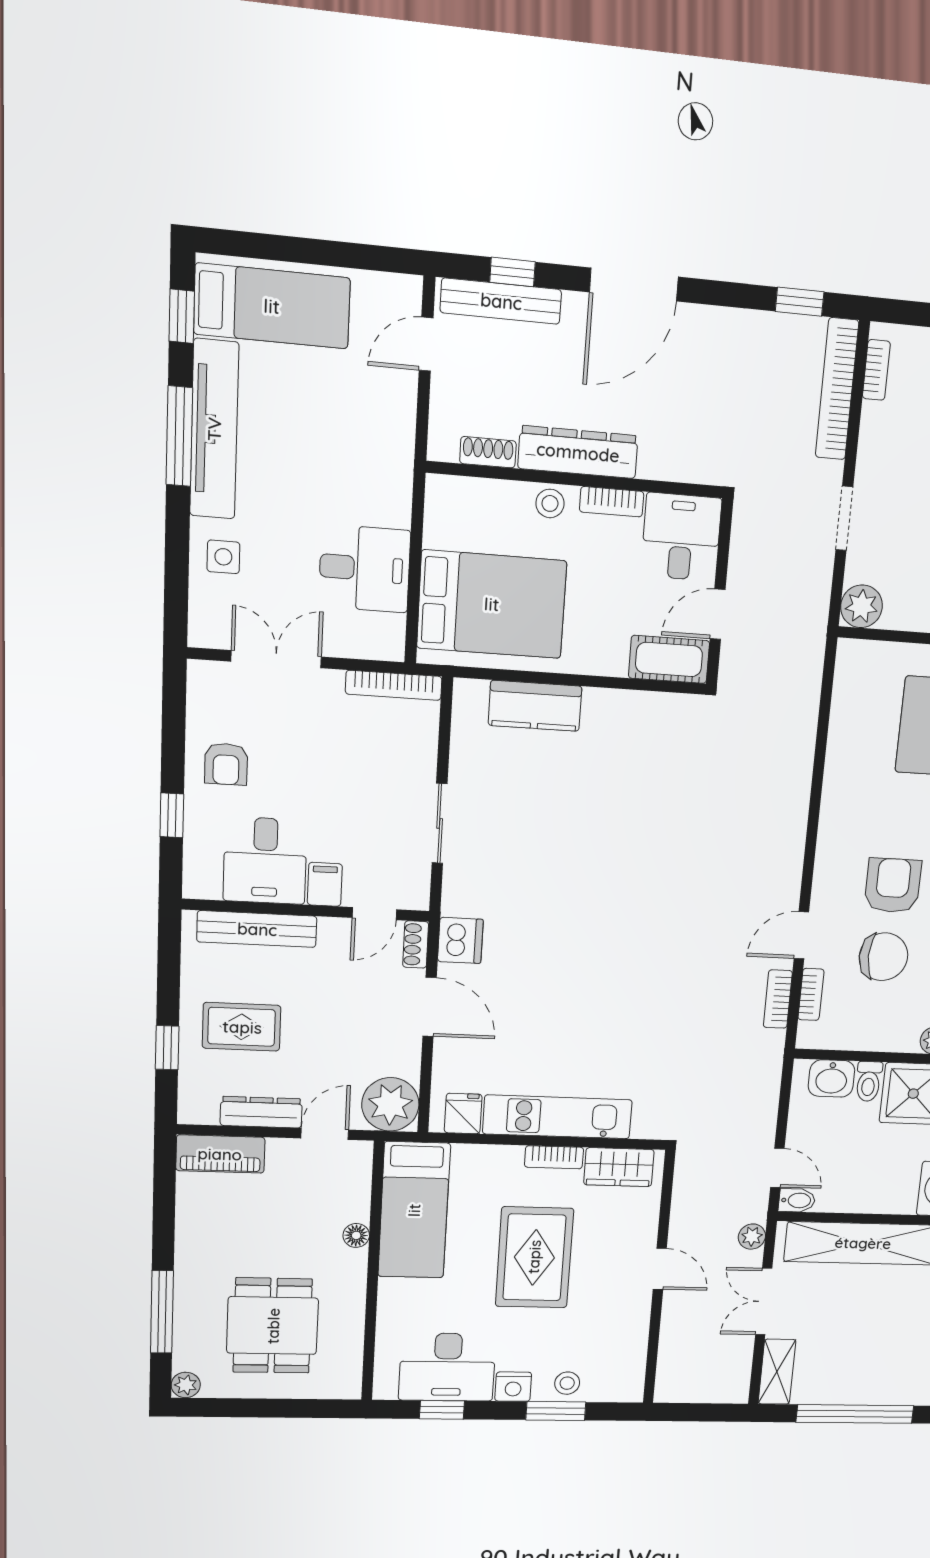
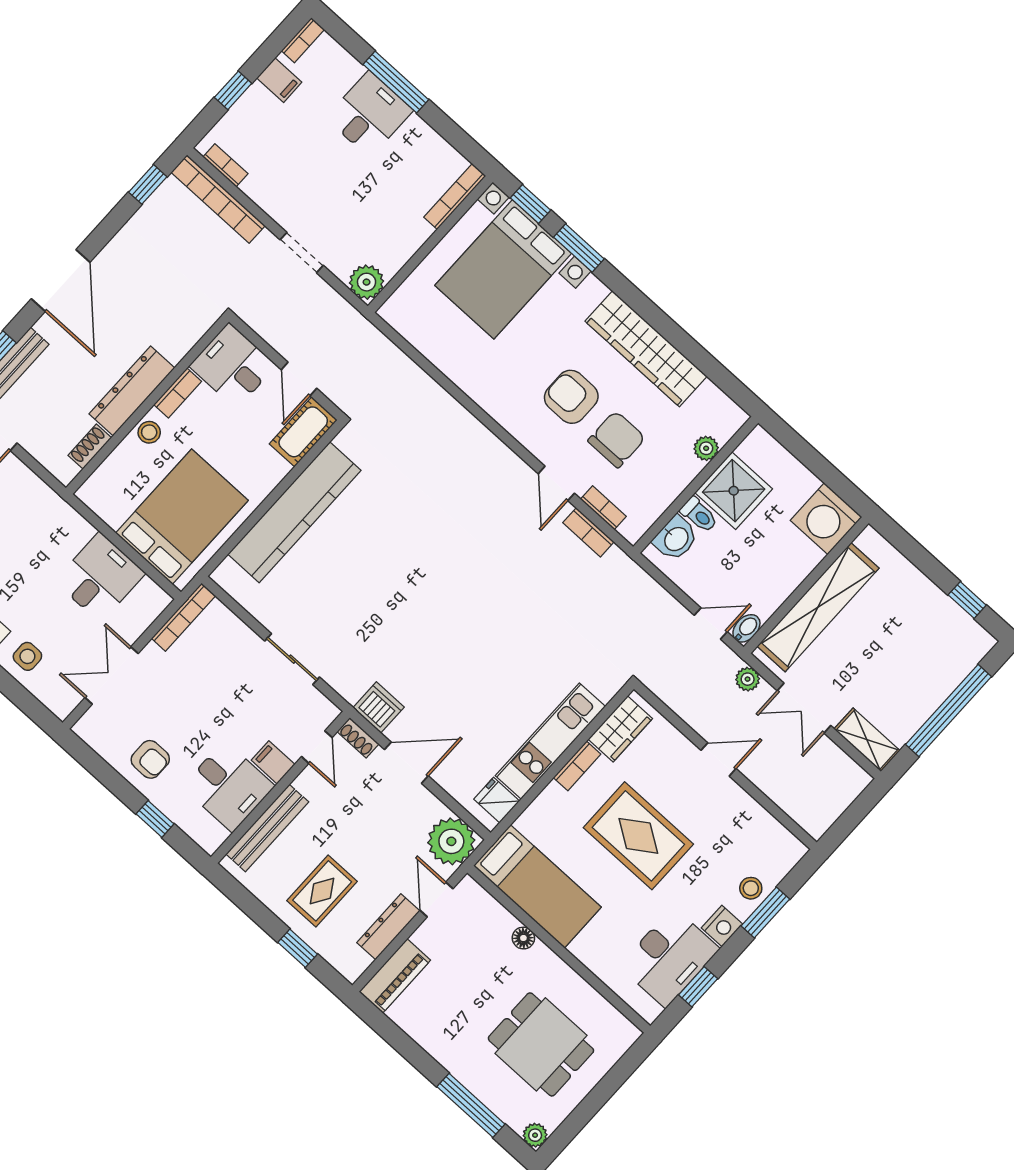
kitchen counter: (535, 706) -> (294, 512), width x2.08, depth x1.17

